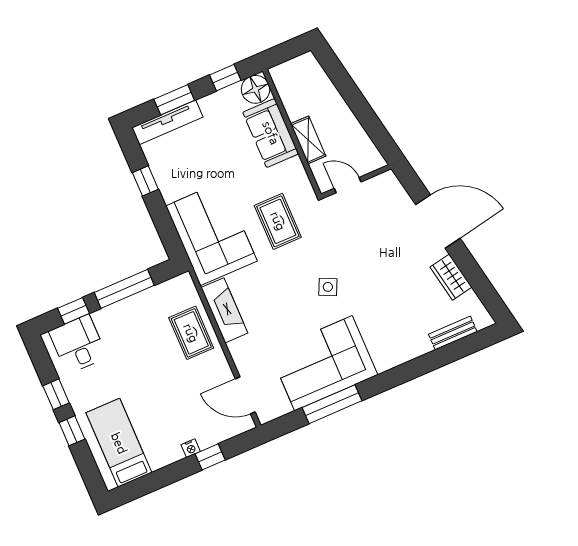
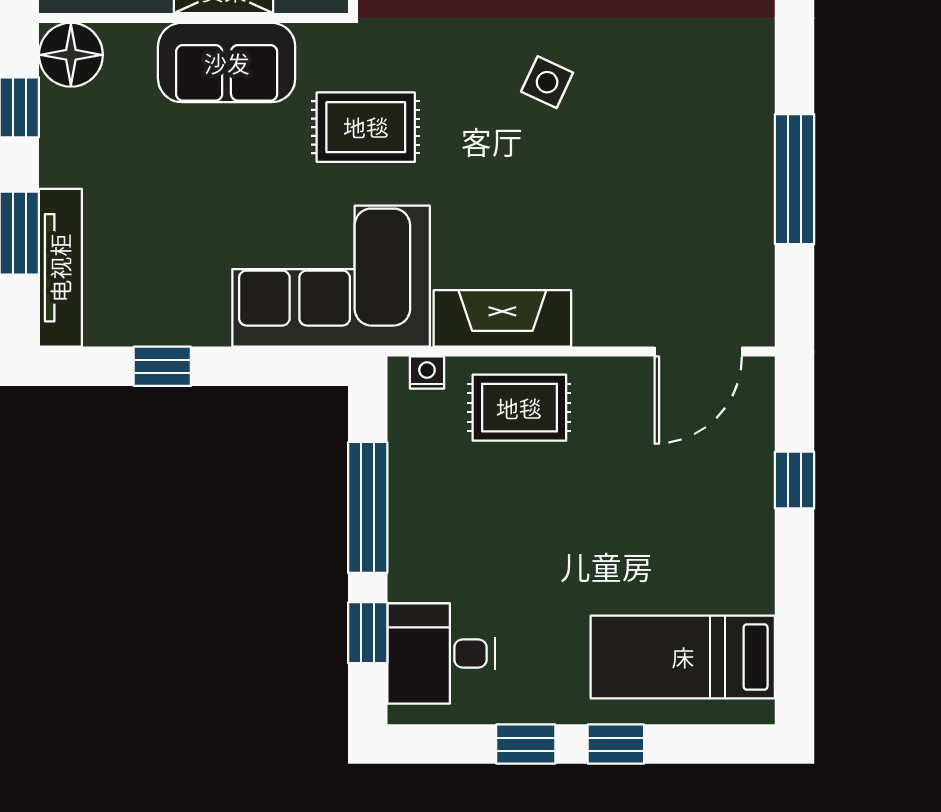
sofa: (271, 133) -> (227, 63), moved
corner sofa: (323, 363) -> (702, 160), removed
nightstand: (191, 448) -> (427, 373), moved, turned -90

